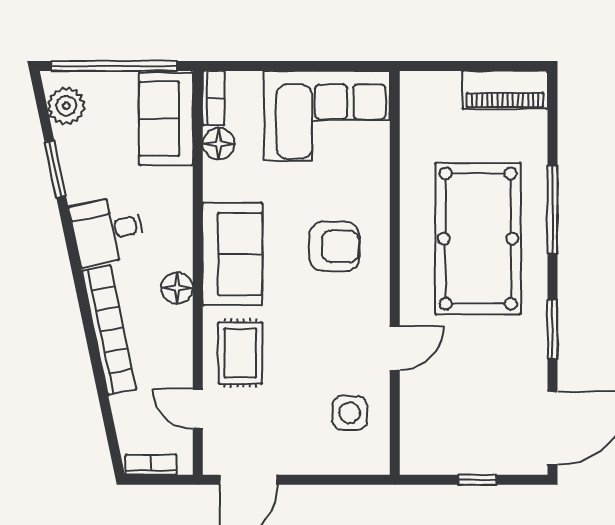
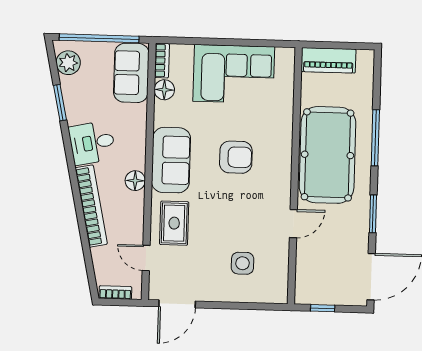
piano: (505, 90) -> (328, 60), moved
wall: (395, 273) -> (295, 176), moved
door: (395, 348) -> (293, 224), moved

